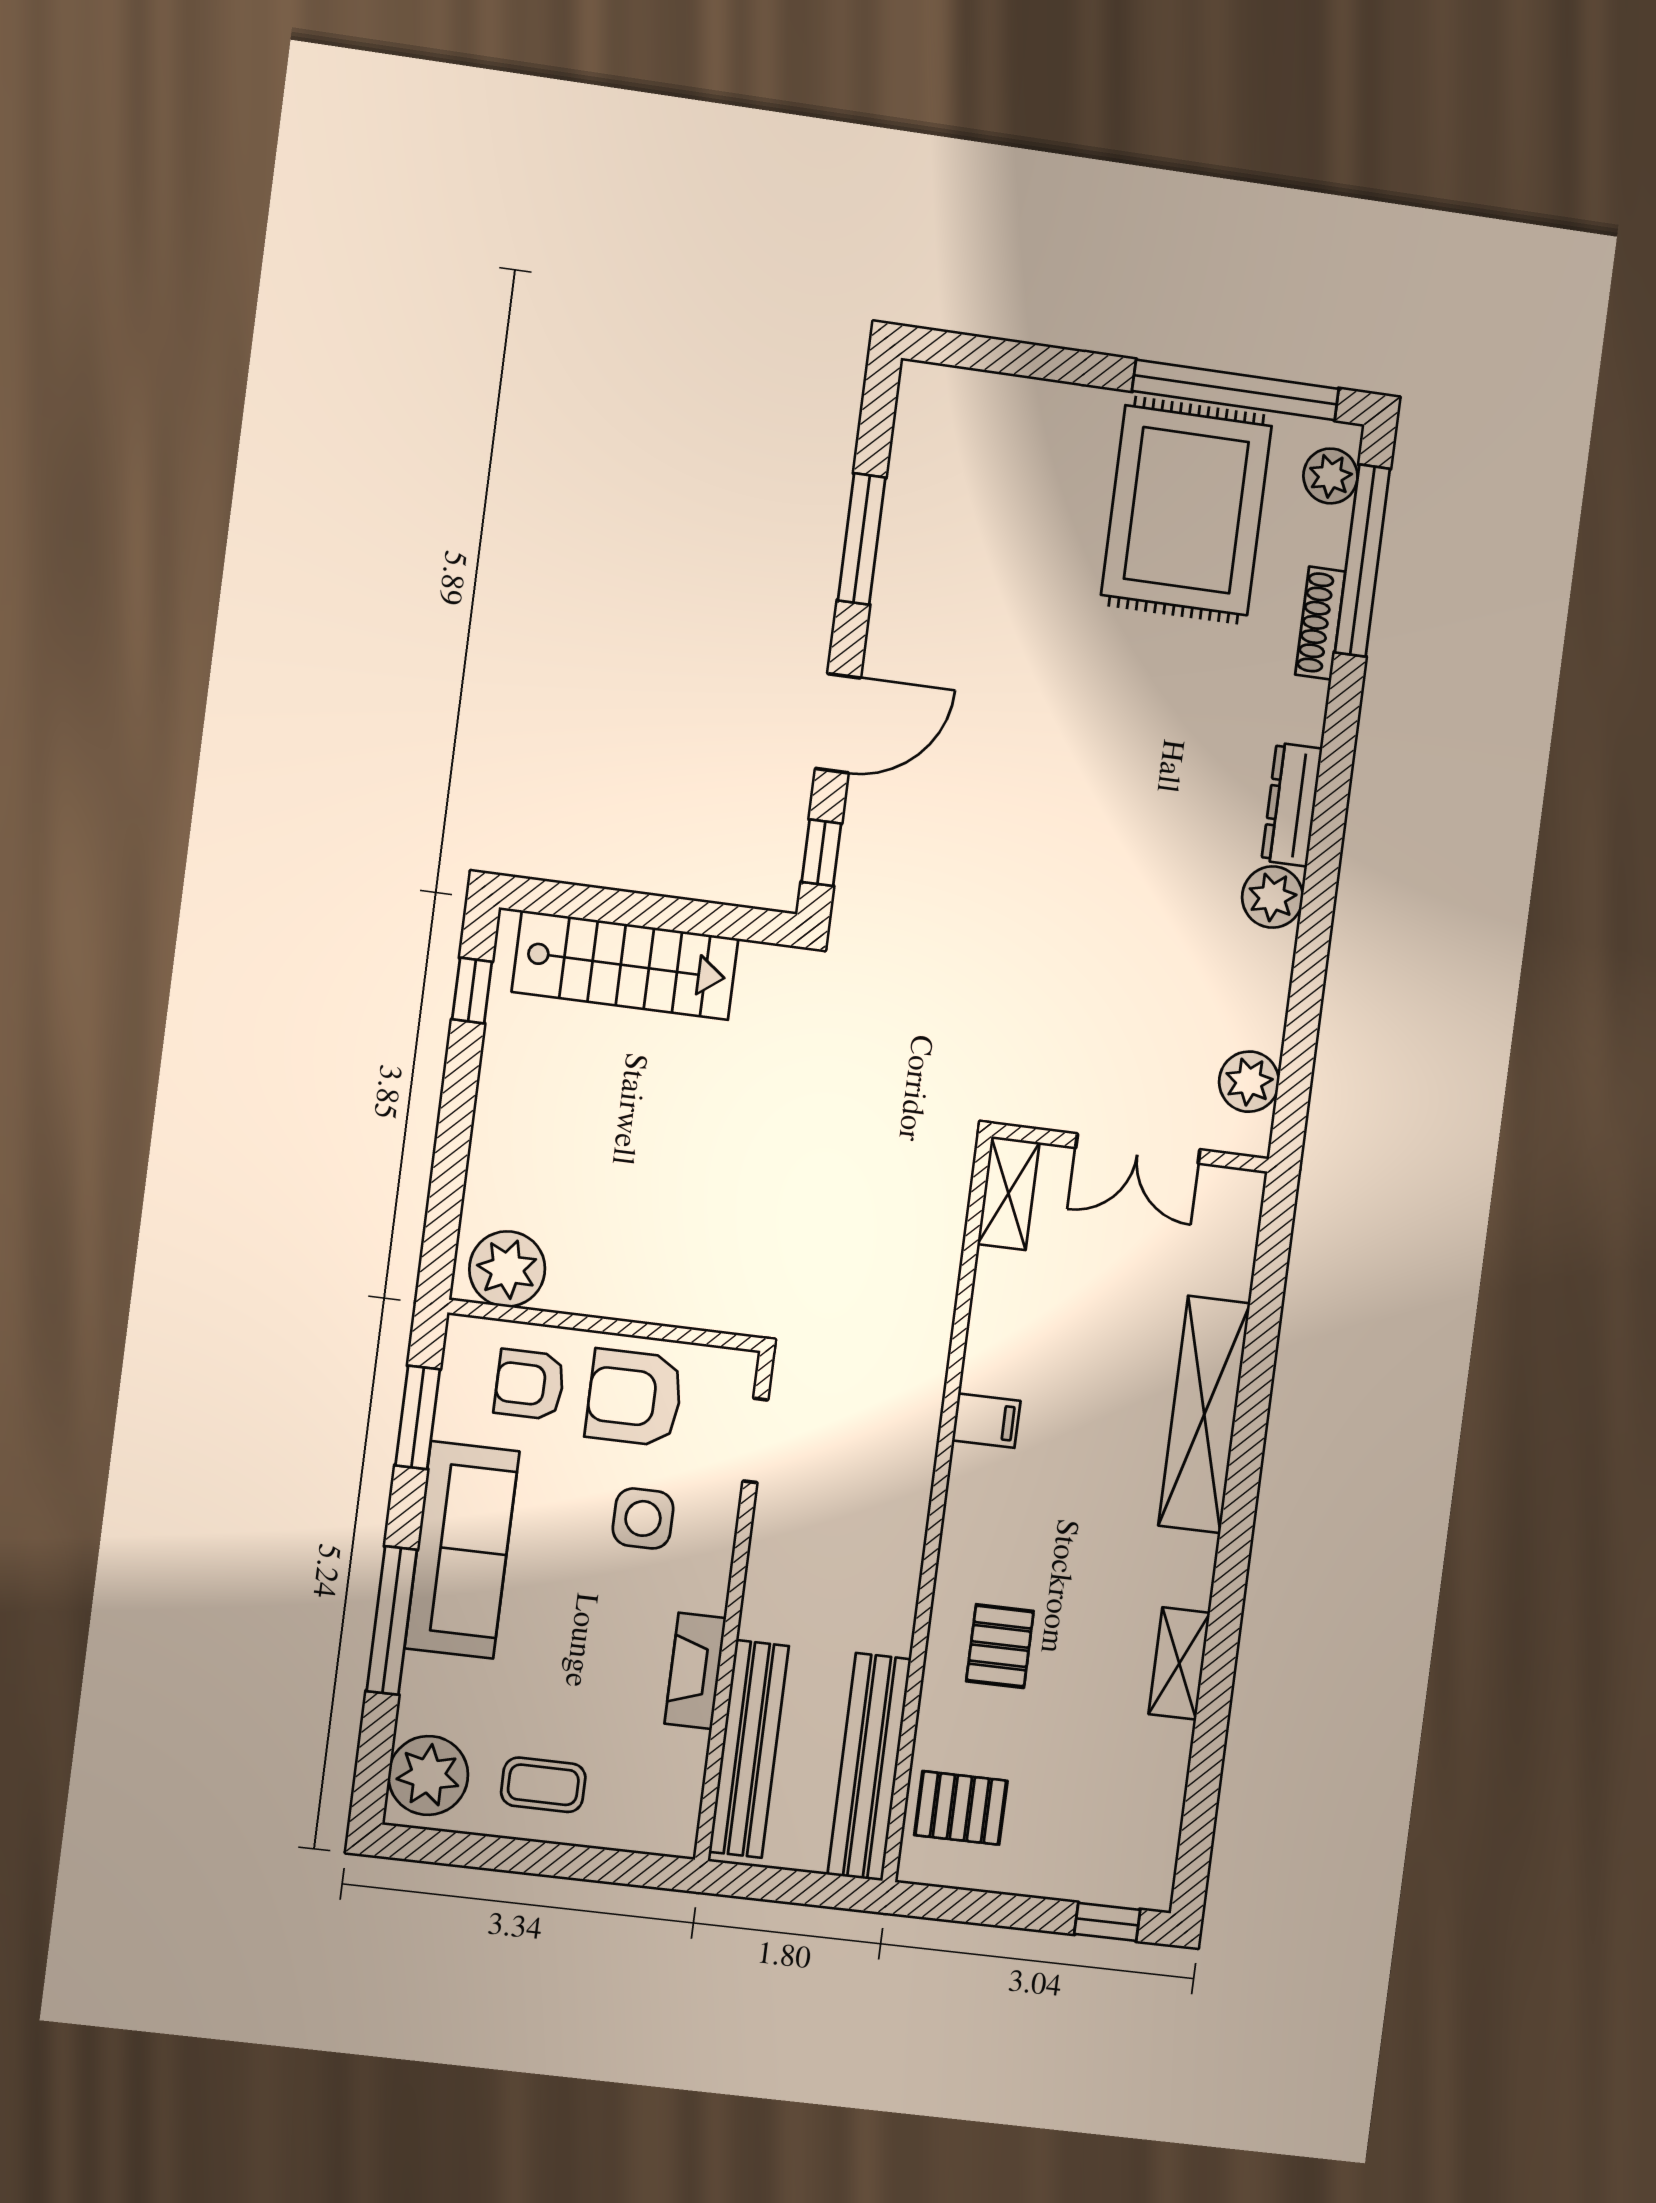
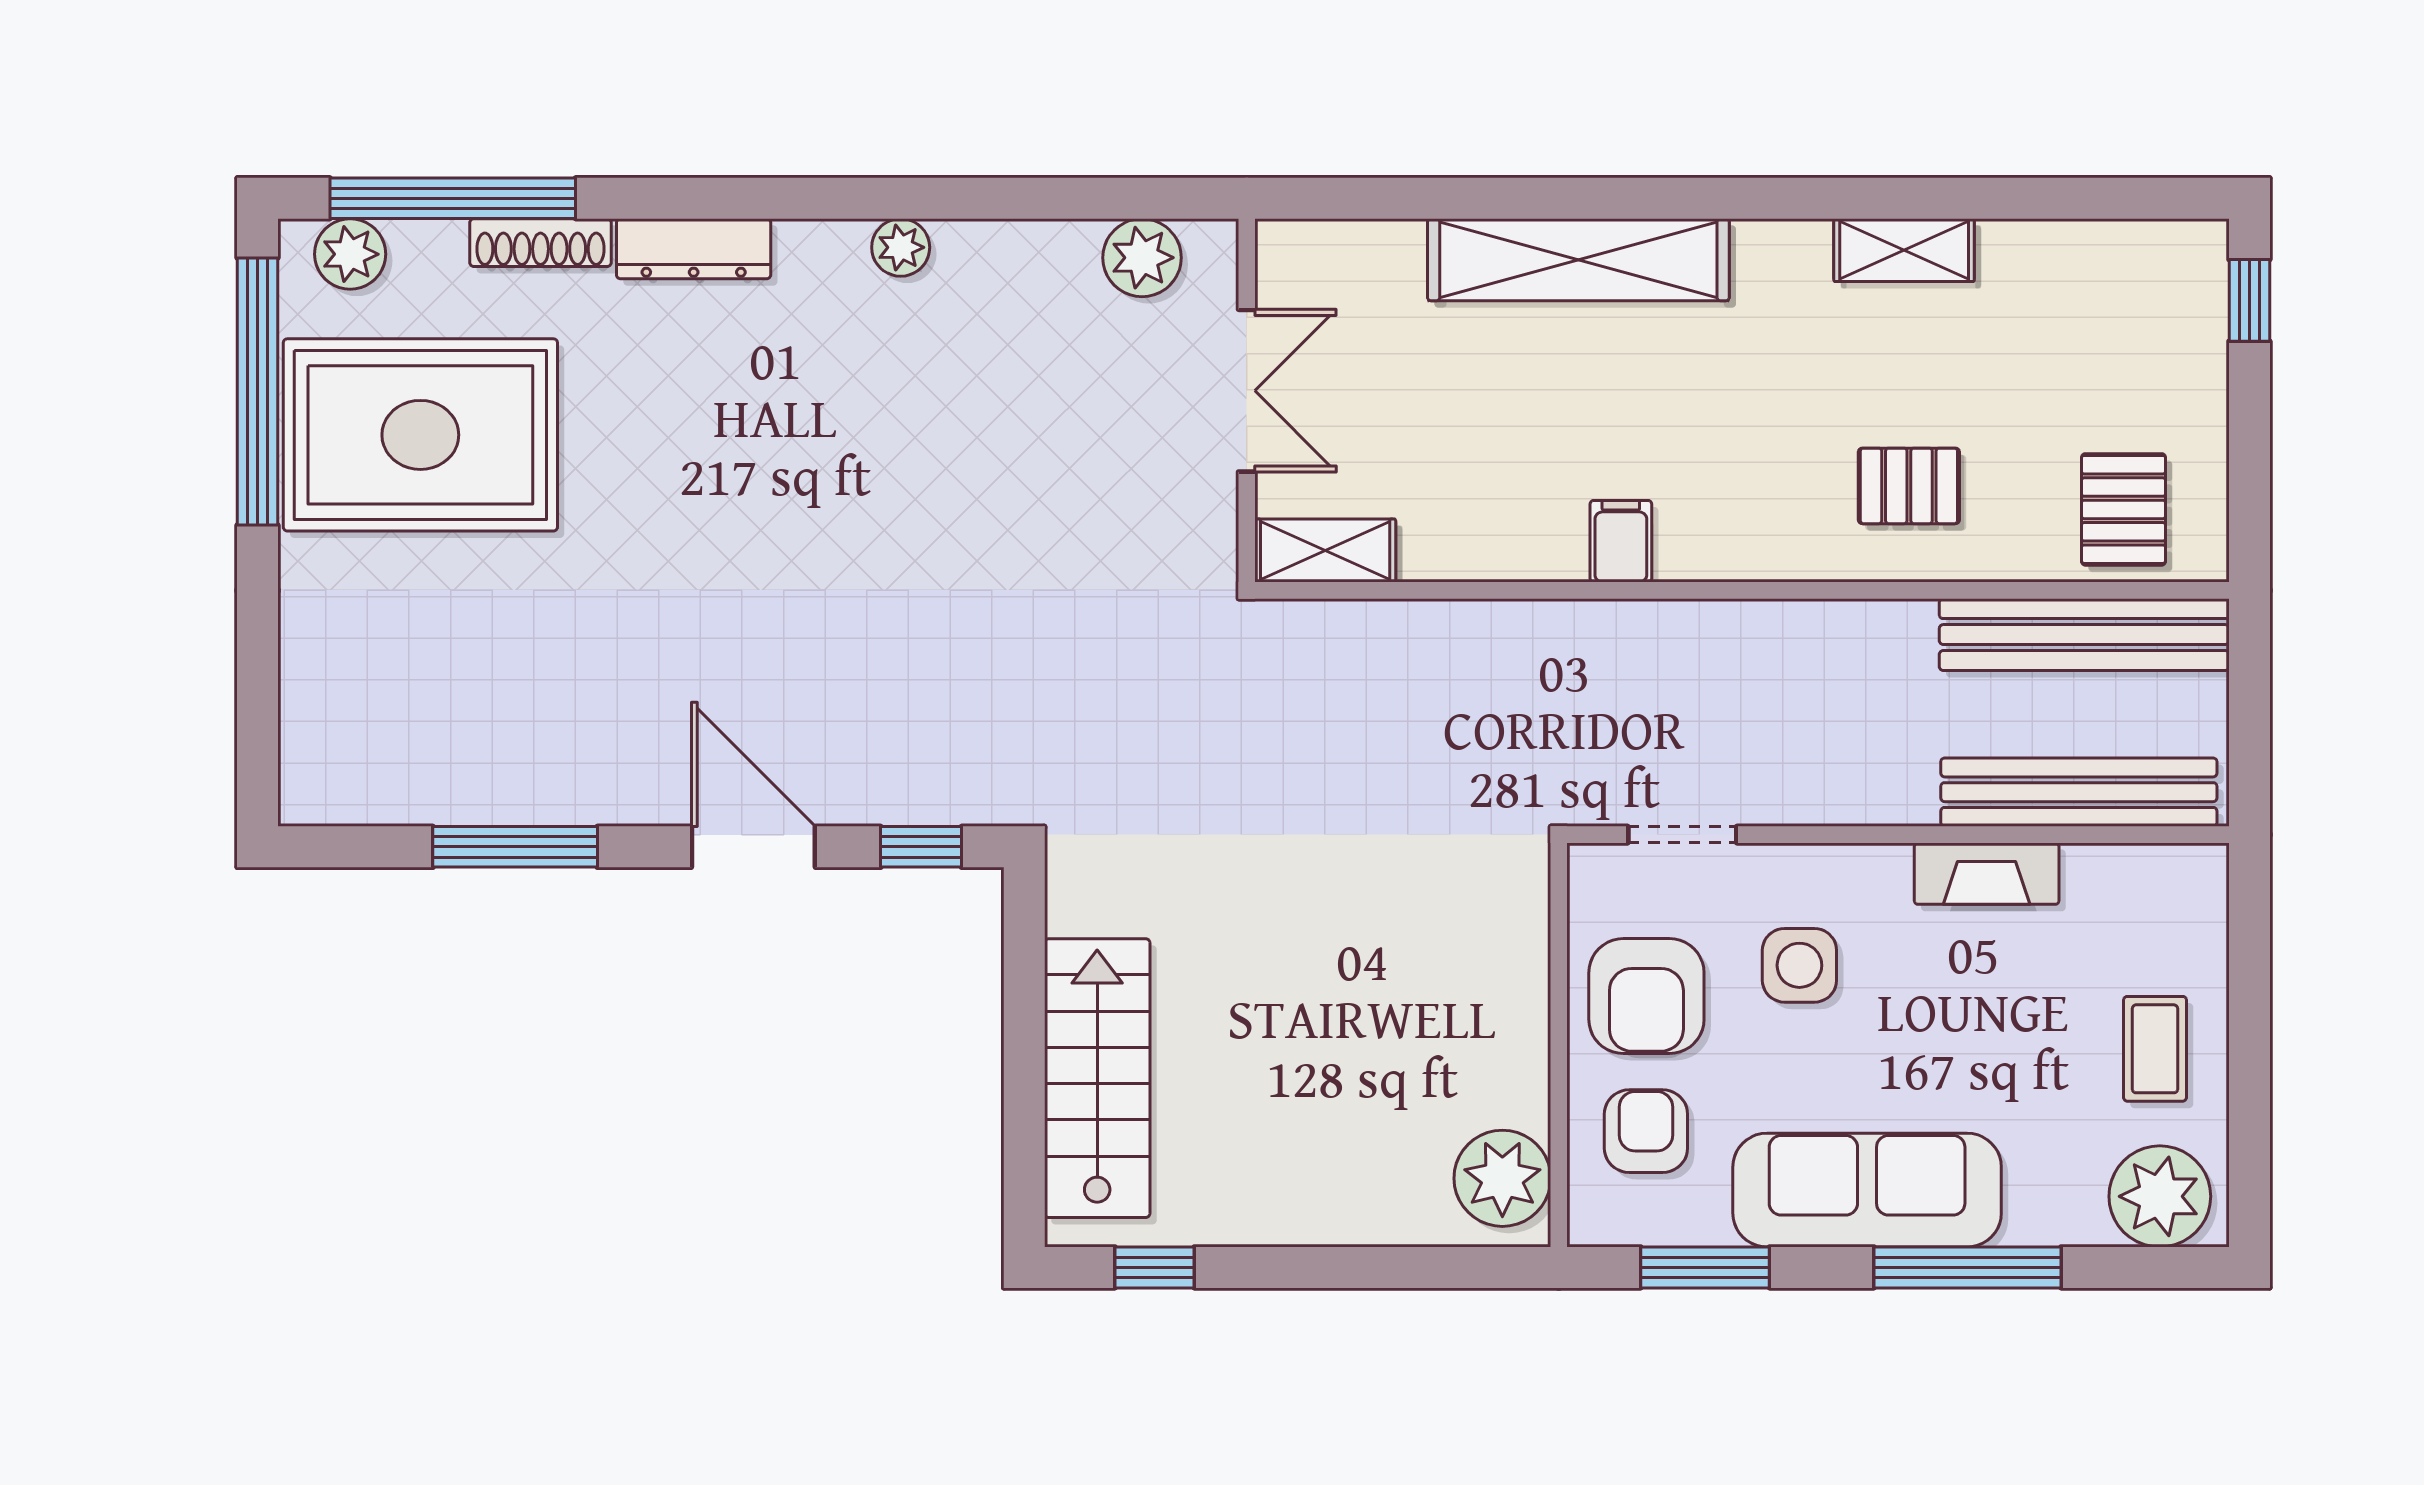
dresser: (1292, 805) -> (694, 249), moved
plant: (1273, 897) -> (901, 247), width x0.73, depth x0.73
armchair: (530, 1385) -> (1646, 1131), turned 180

